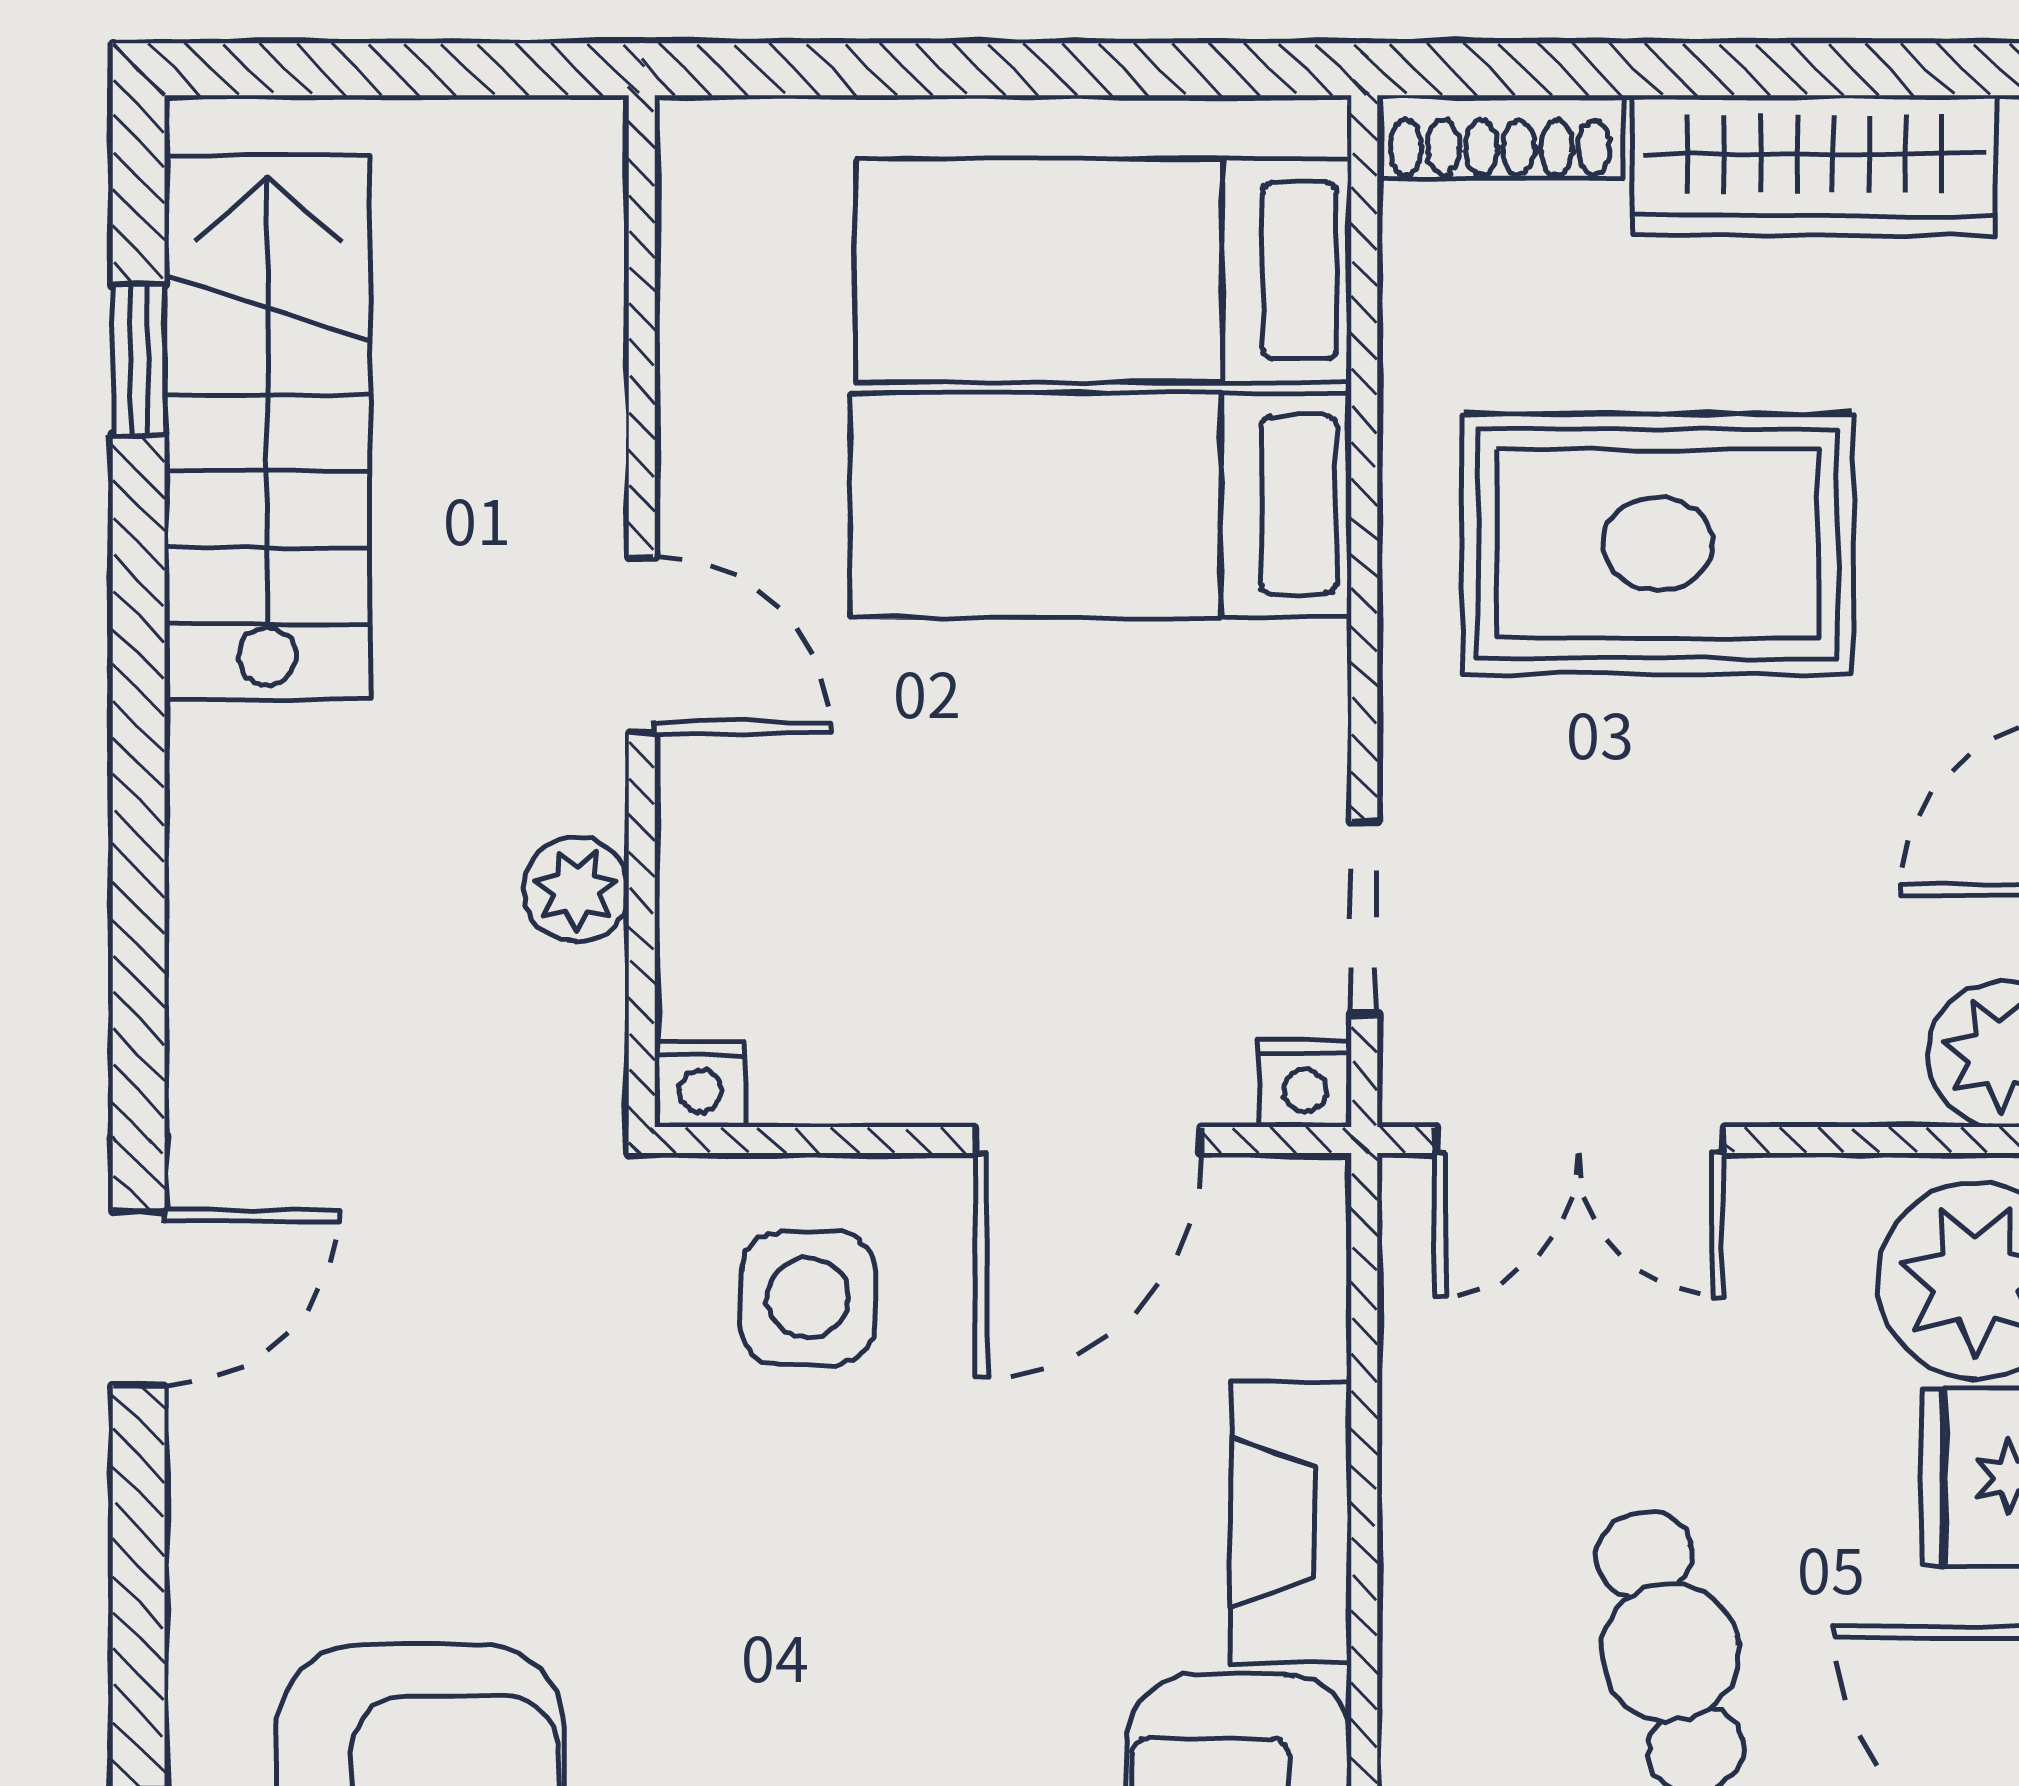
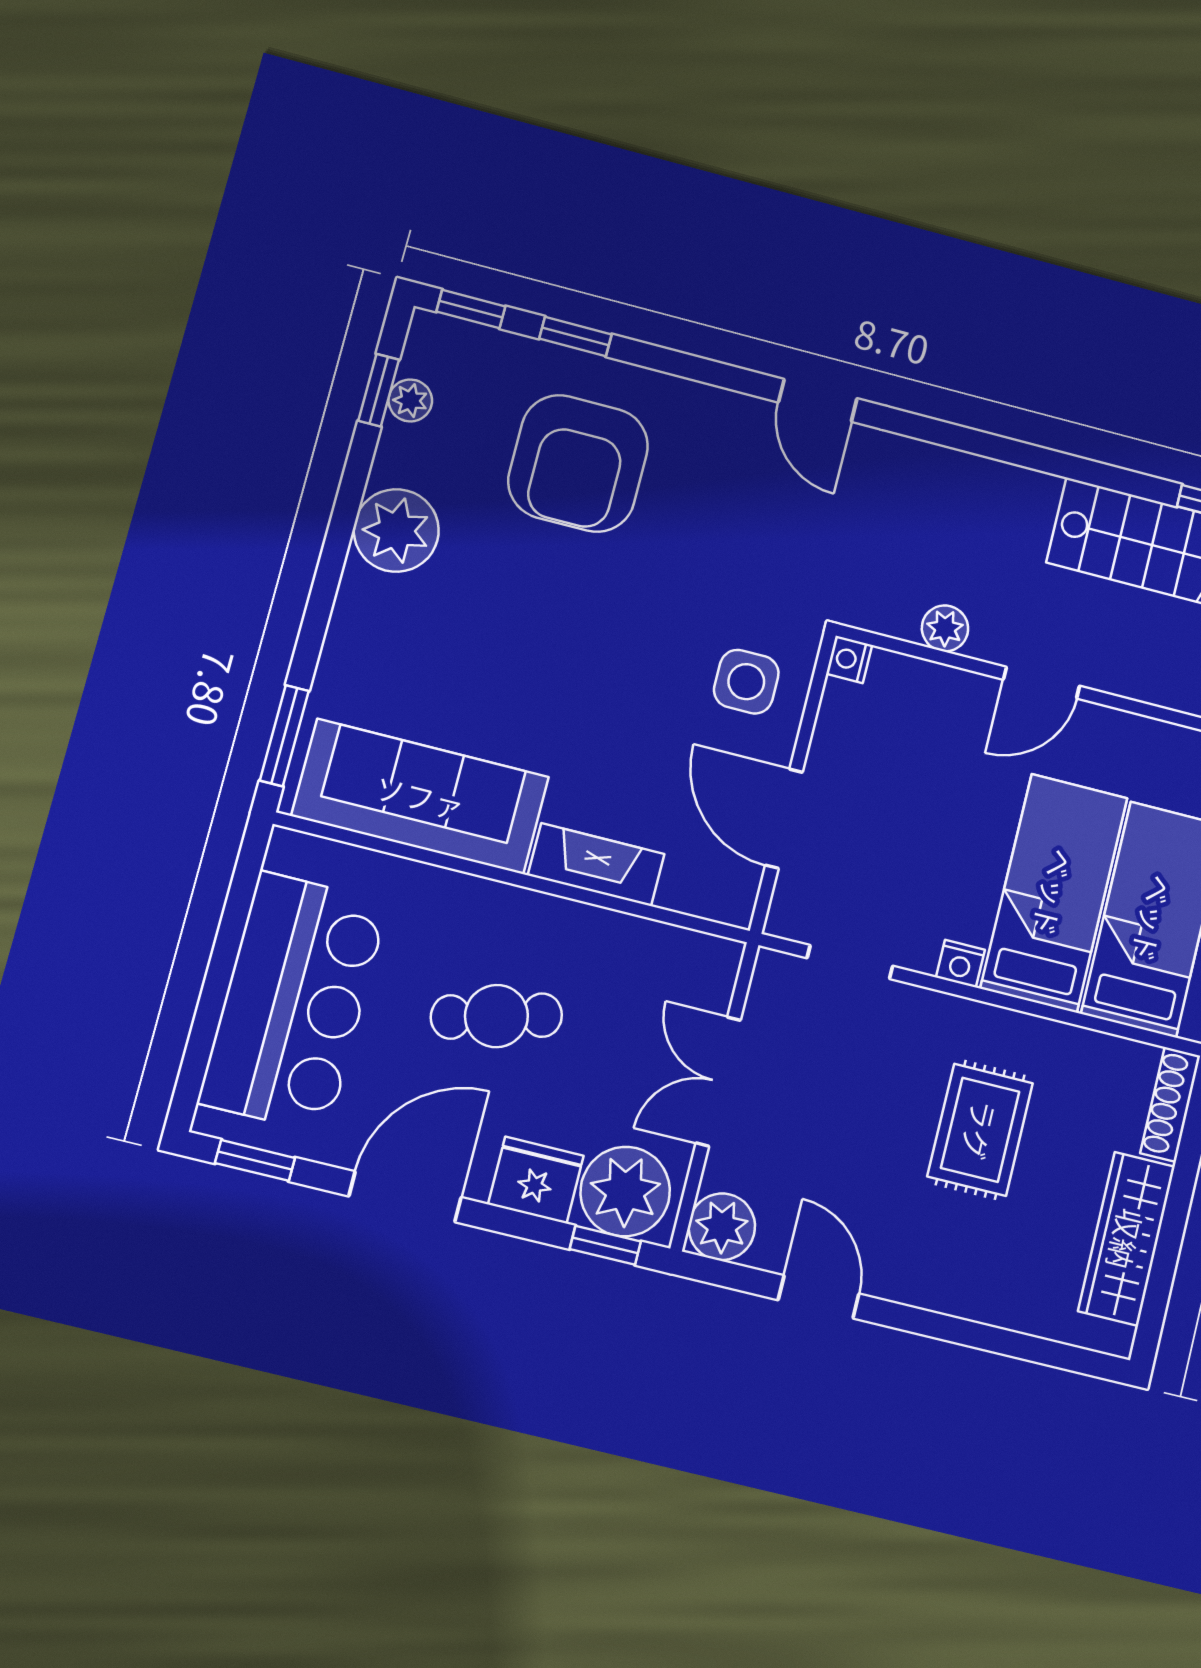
rug: (1658, 544) -> (980, 1130), width x0.73, depth x0.70
nightstand: (1305, 1083) -> (960, 964), moved, turned -90
double door: (1579, 1140) -> (718, 1081), moved

